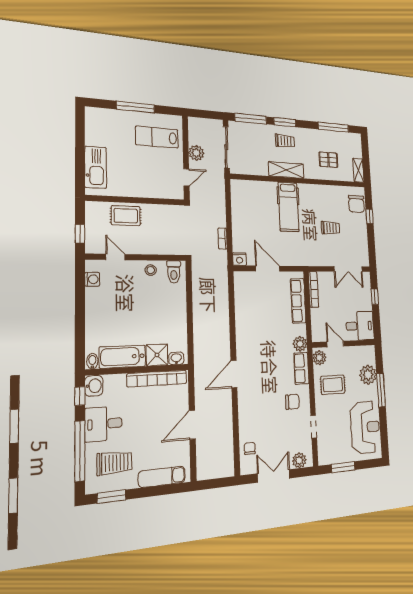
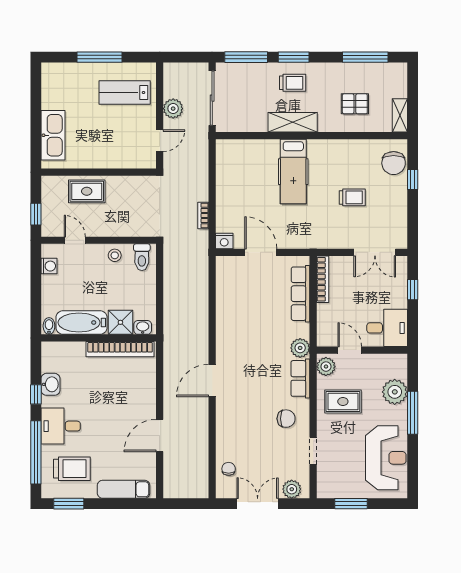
shower: (157, 355) -> (120, 322), moved
bathtub: (122, 357) -> (82, 322), moved
washbasin: (176, 358) -> (143, 327), moved
bidet: (92, 361) -> (49, 326), moved
wall: (138, 370) -> (99, 338), moved
bookcase: (157, 379) -> (120, 349), moved

